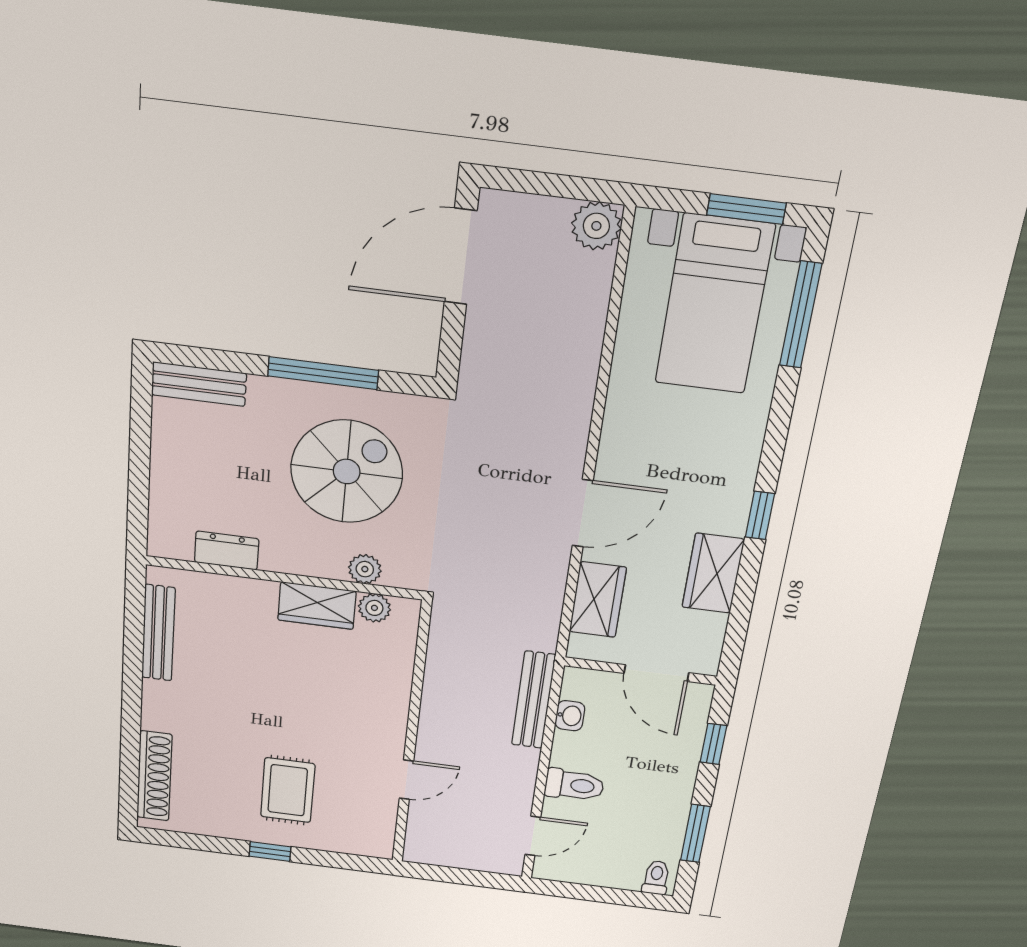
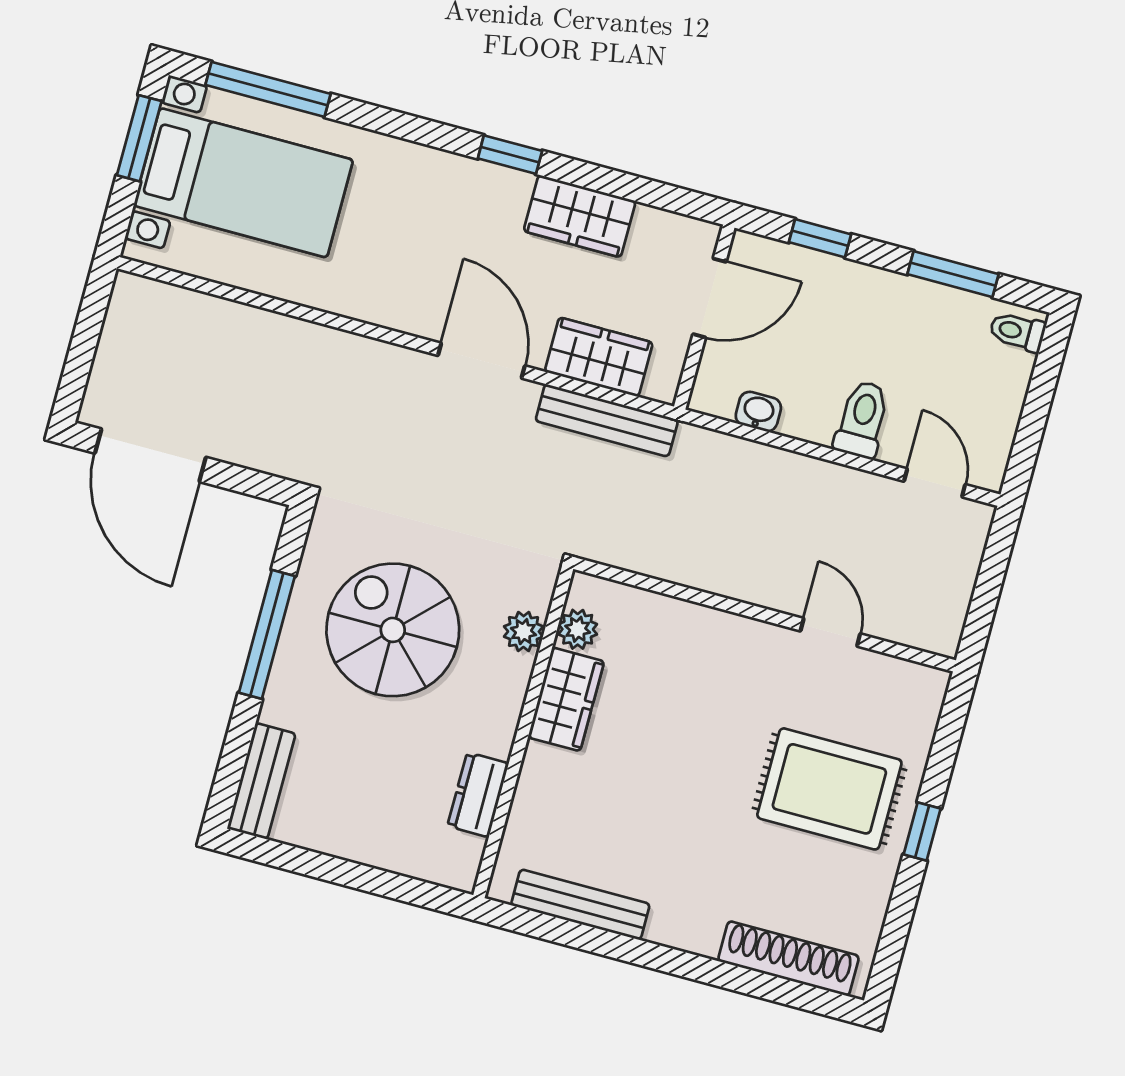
plant: (596, 226) -> (136, 302), removed
bench: (534, 700) -> (607, 420), moved
rug: (288, 790) -> (829, 789), width x1.36, depth x1.43

